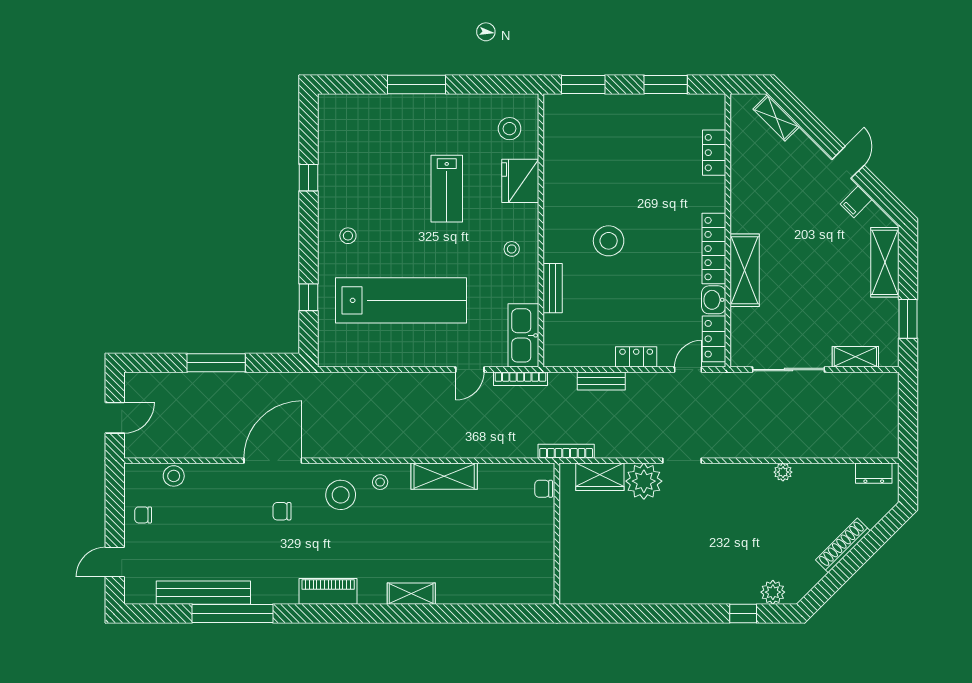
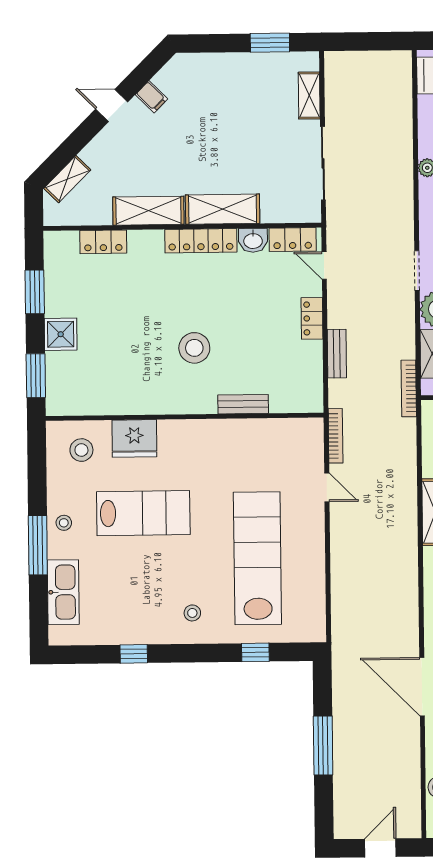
shower: (624, 110) -> (61, 334), added
lab bench: (447, 189) -> (143, 513), width x1.36, depth x1.39
stool: (512, 249) -> (64, 523), moved
shelving: (885, 262) -> (148, 211), moved
kitchen sink: (523, 335) -> (63, 592), moved, turned -90
door: (115, 418) -> (380, 848), hinge flipped

